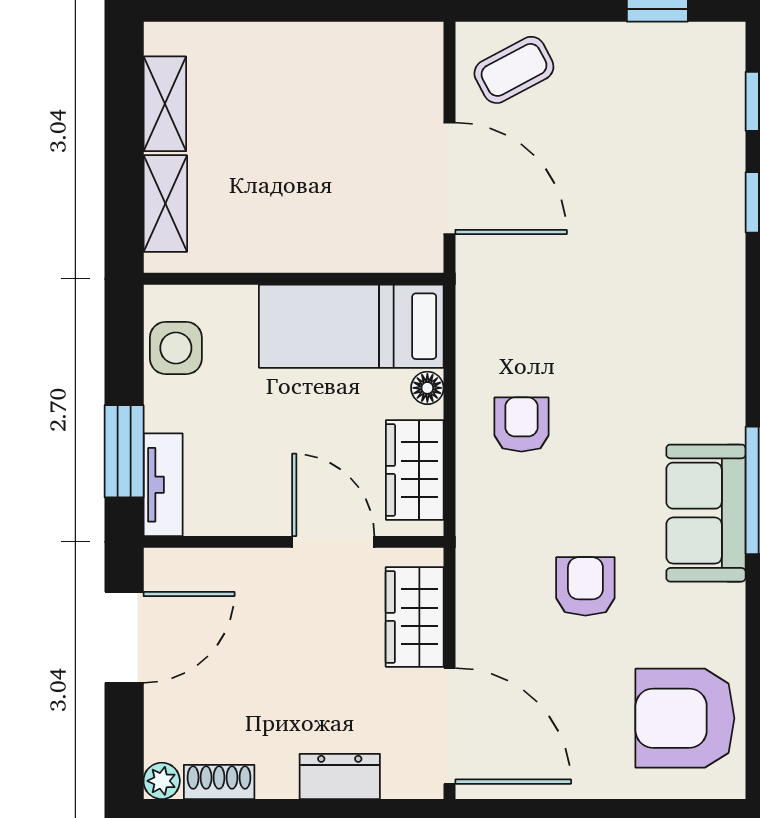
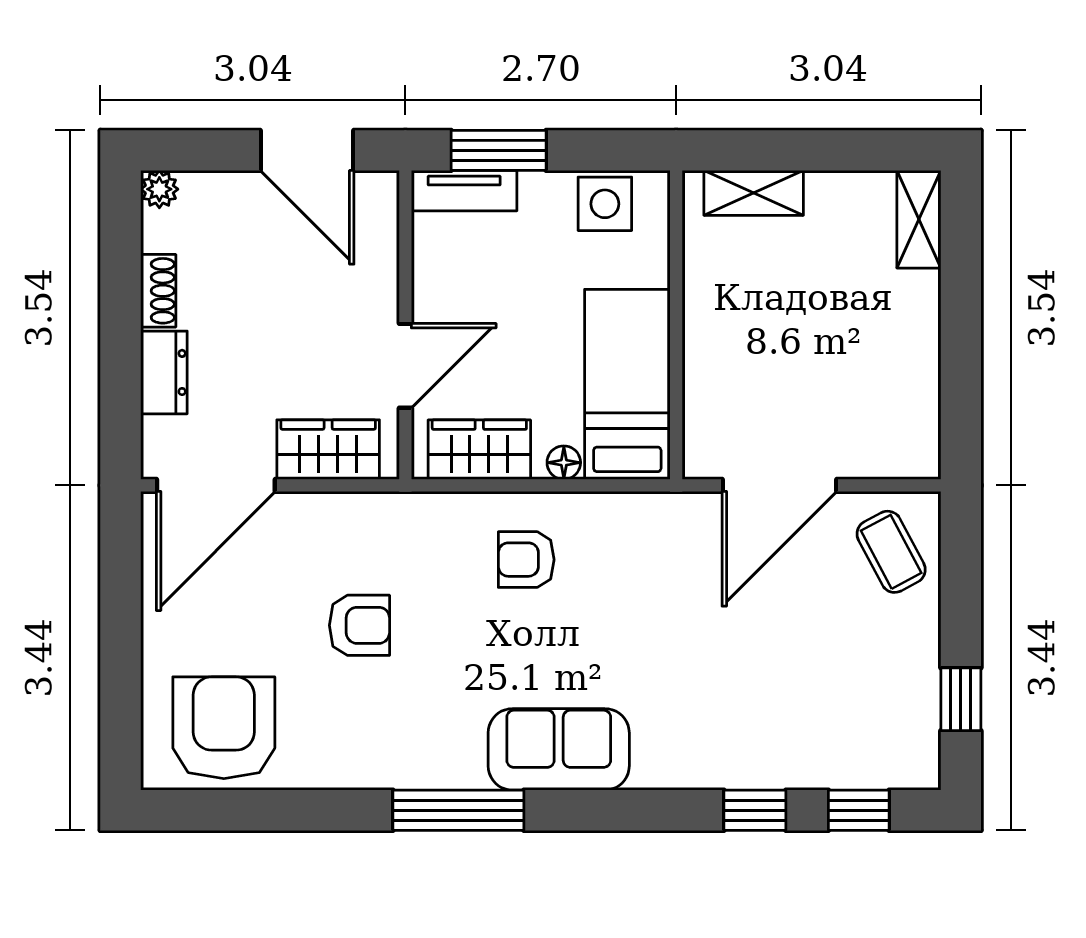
shelving: (165, 104) -> (919, 219), moved, turned 90
armchair: (521, 424) -> (526, 560), turned 180
sofa: (706, 513) -> (559, 749), moved
shoe rack: (219, 782) -> (158, 291), moved

